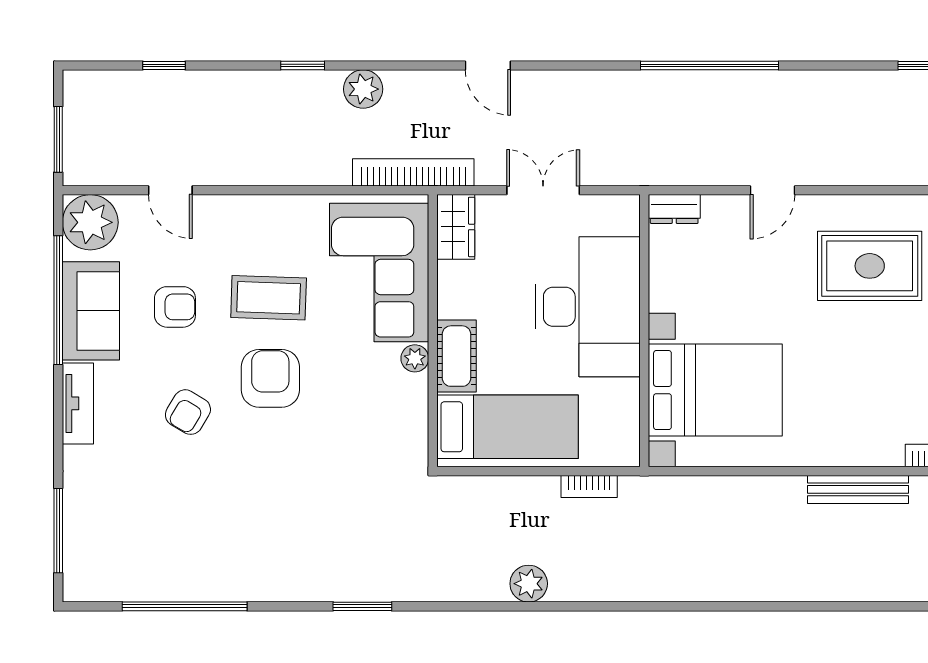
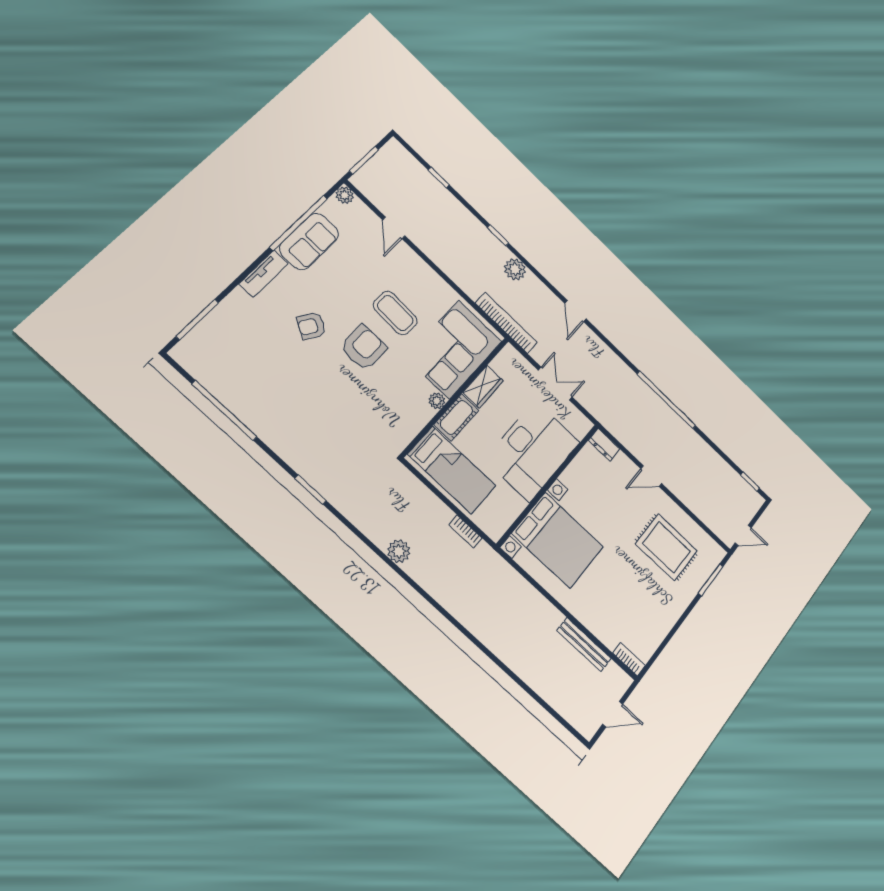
plant: (90, 222) -> (345, 195), width x0.53, depth x0.53
wardrobe: (456, 227) -> (483, 387), moved
armchair: (175, 307) -> (349, 276), removed

